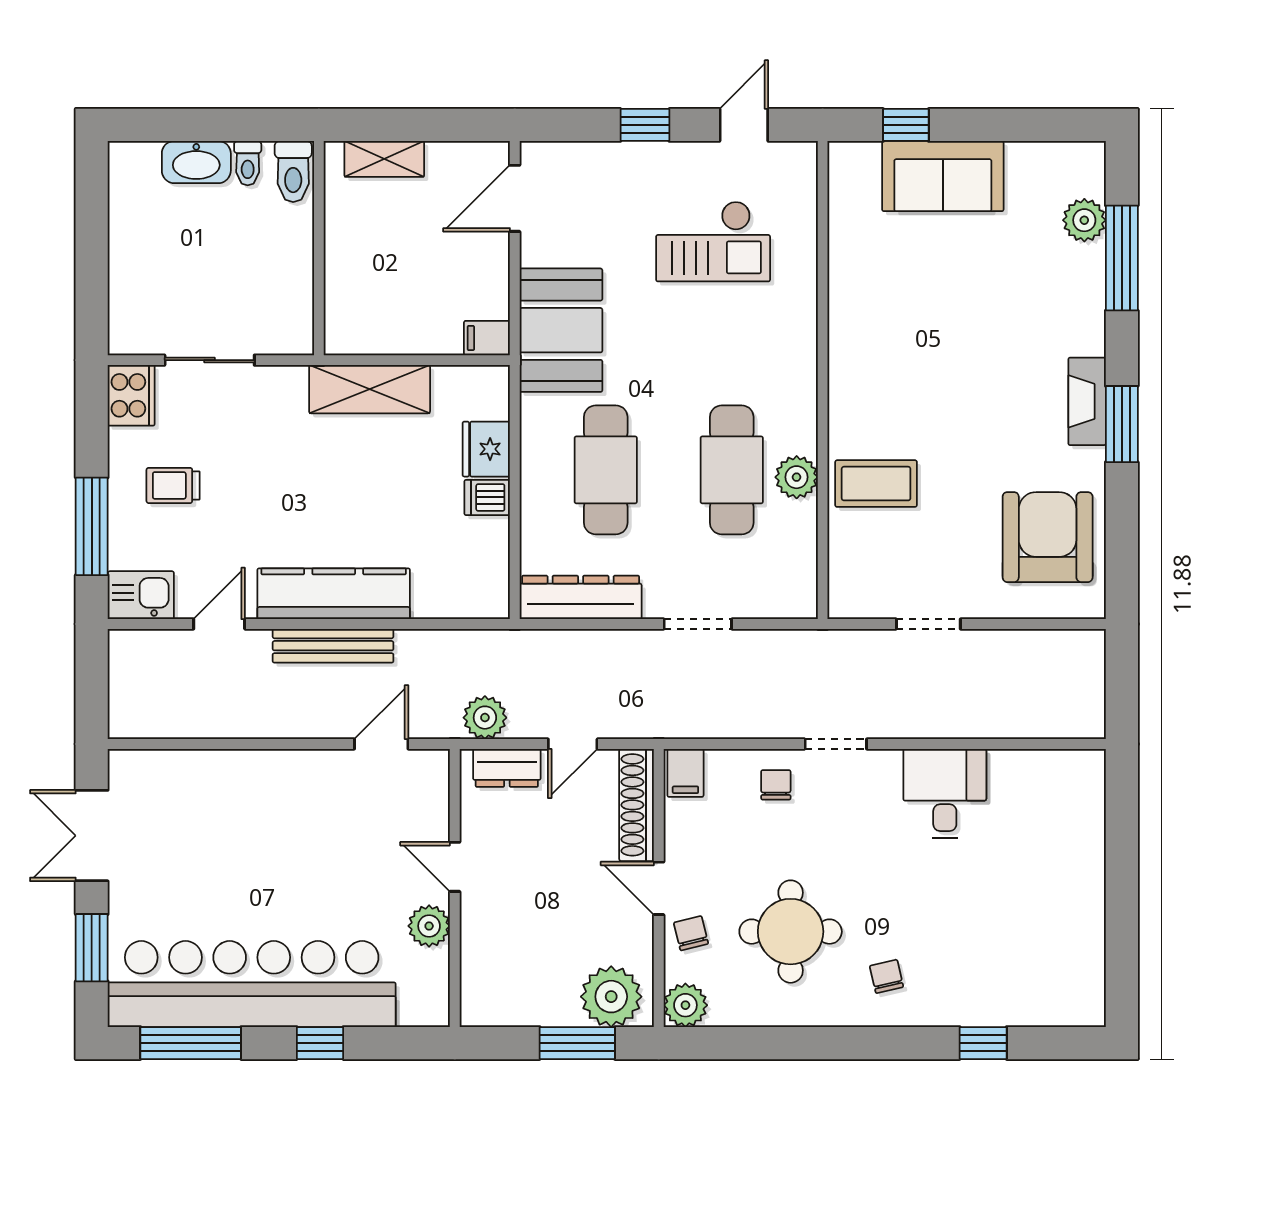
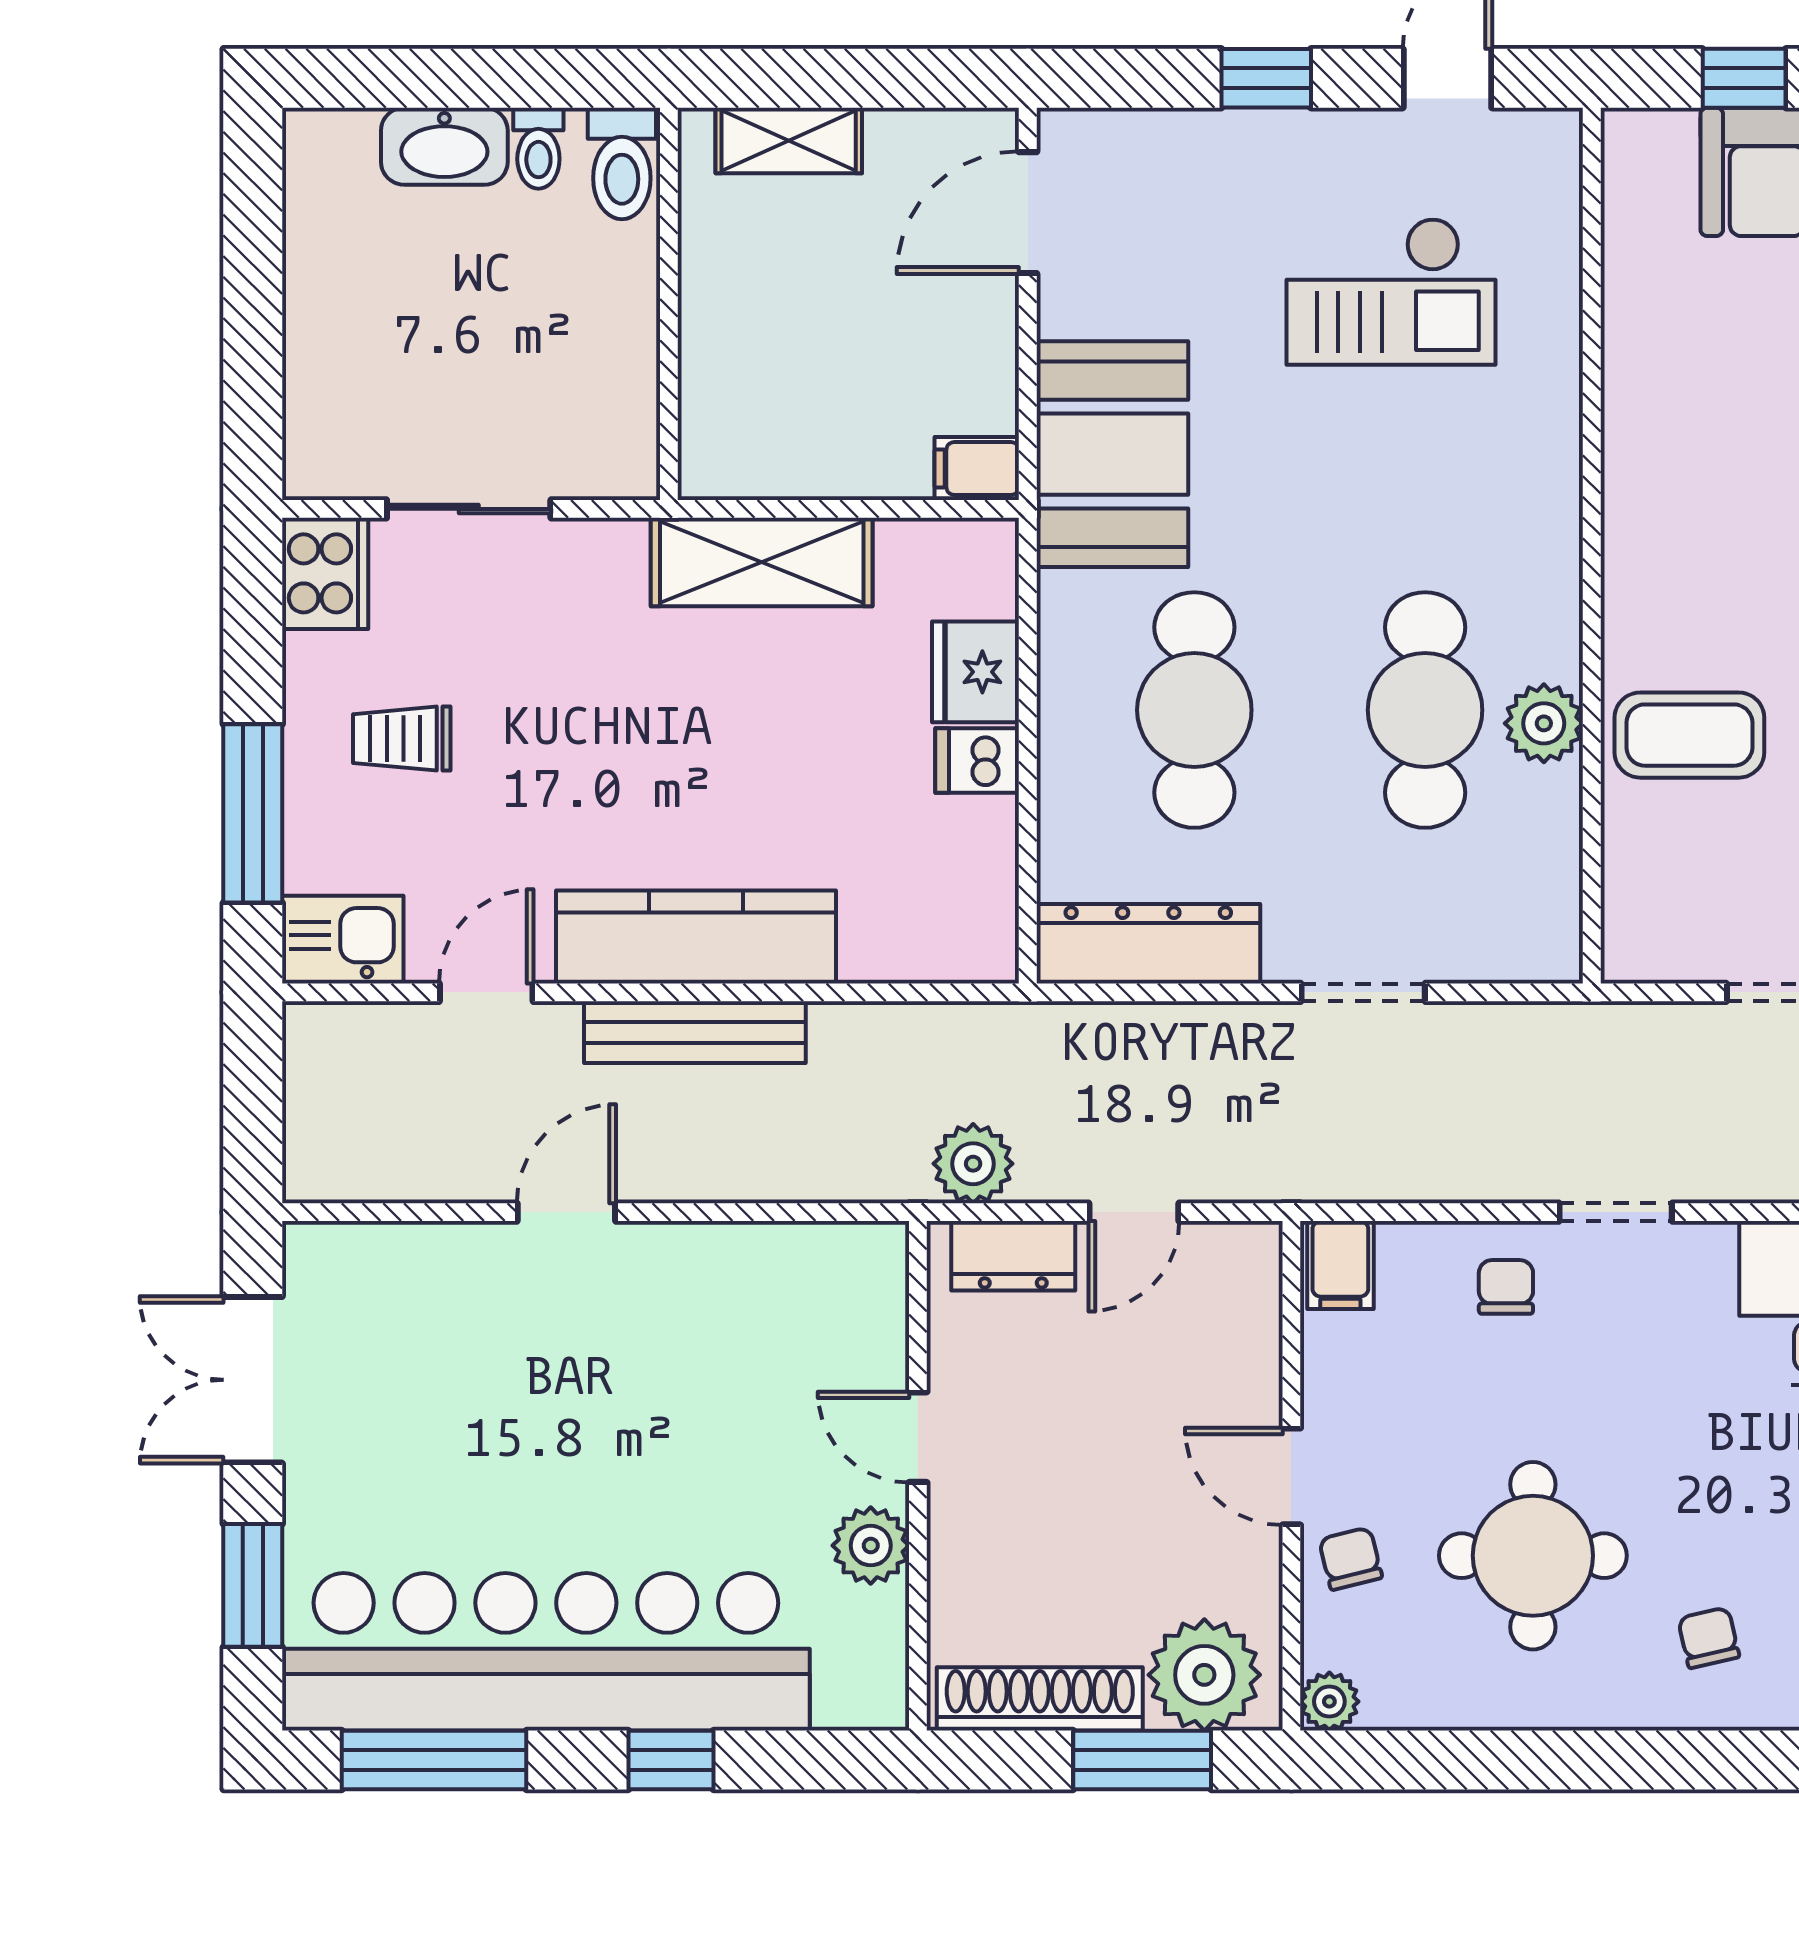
door: (381, 744) -> (566, 1212), moved
shoe rack: (637, 805) -> (1040, 1699), moved, turned 90
plant: (685, 1005) -> (1329, 1701), width x0.73, depth x0.73

